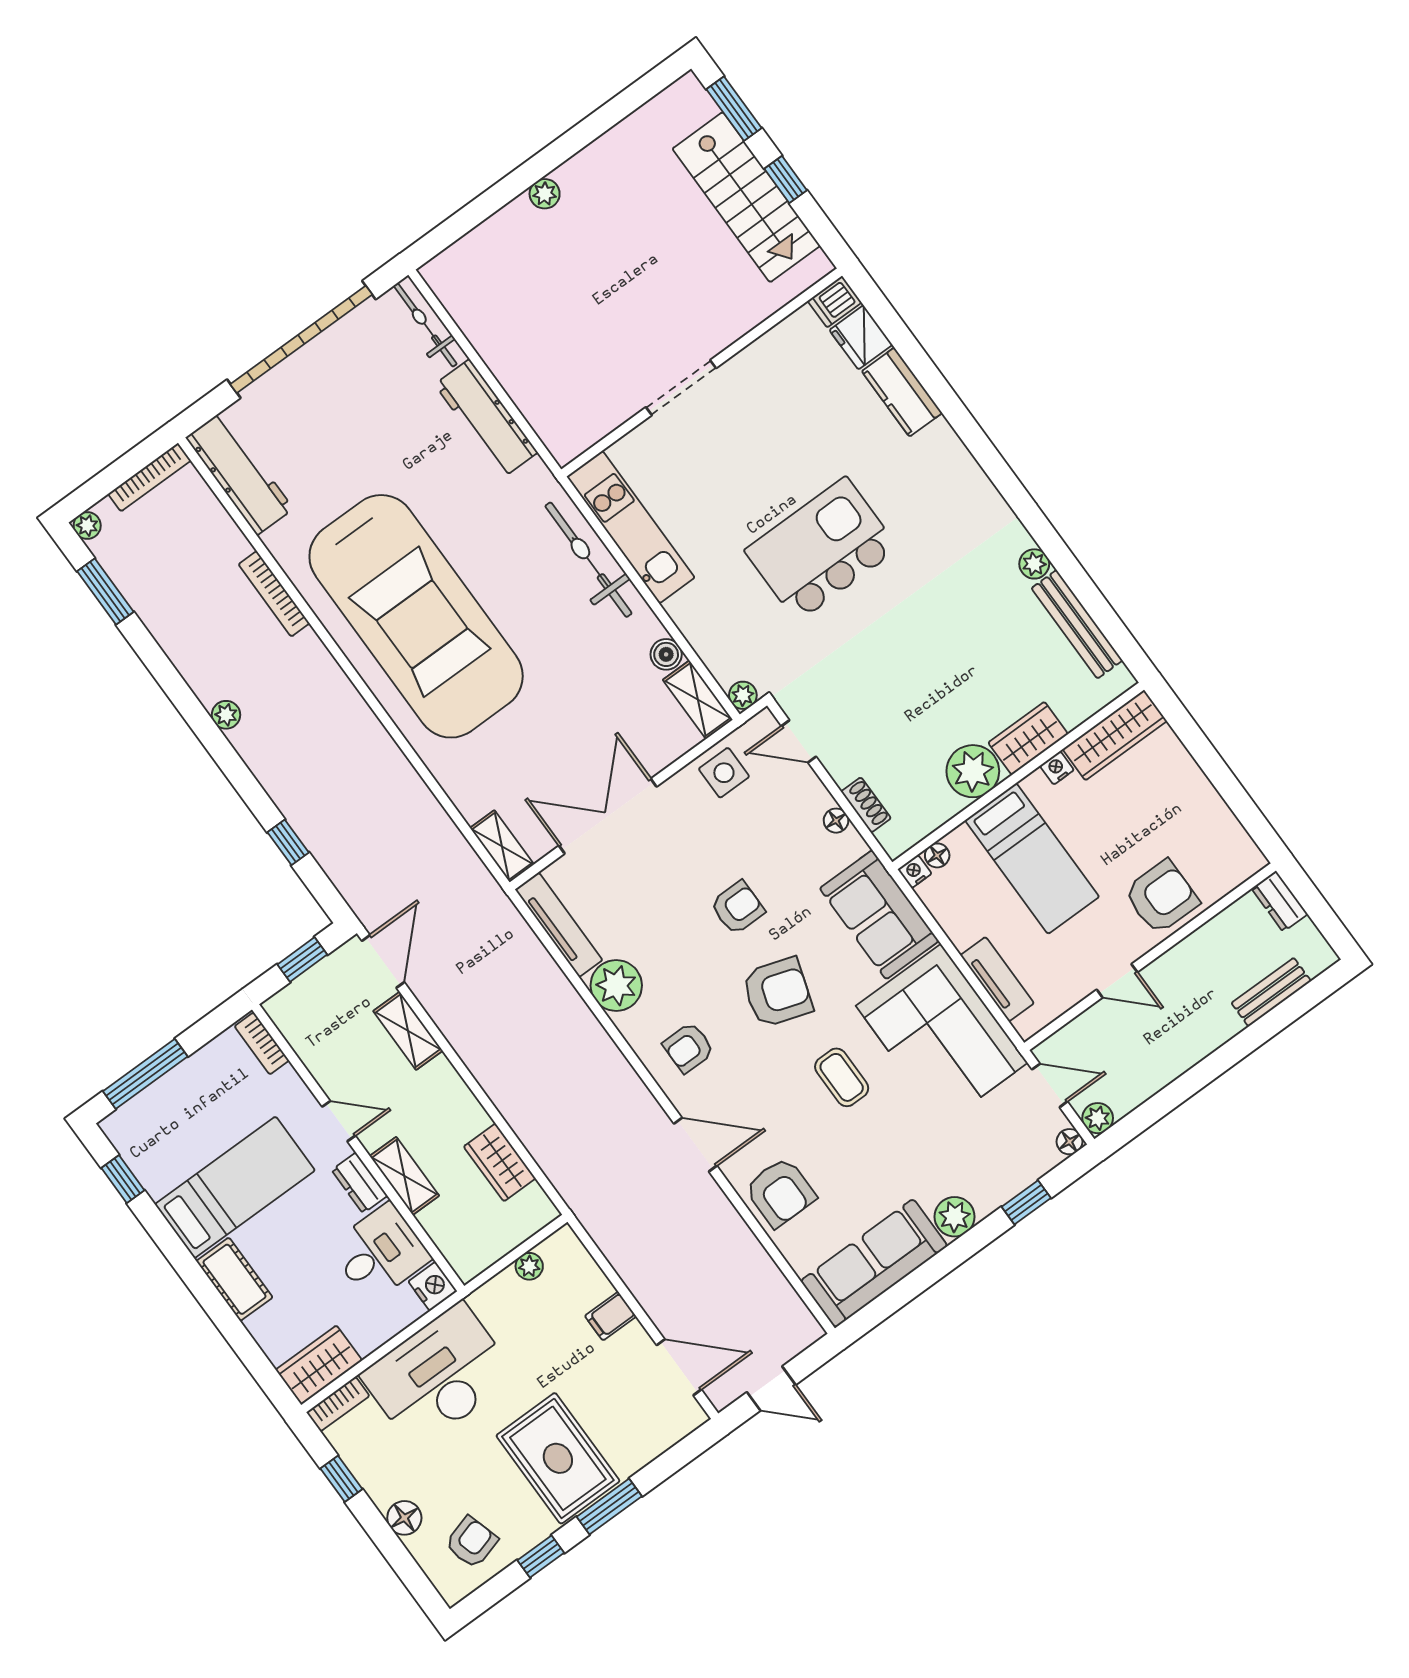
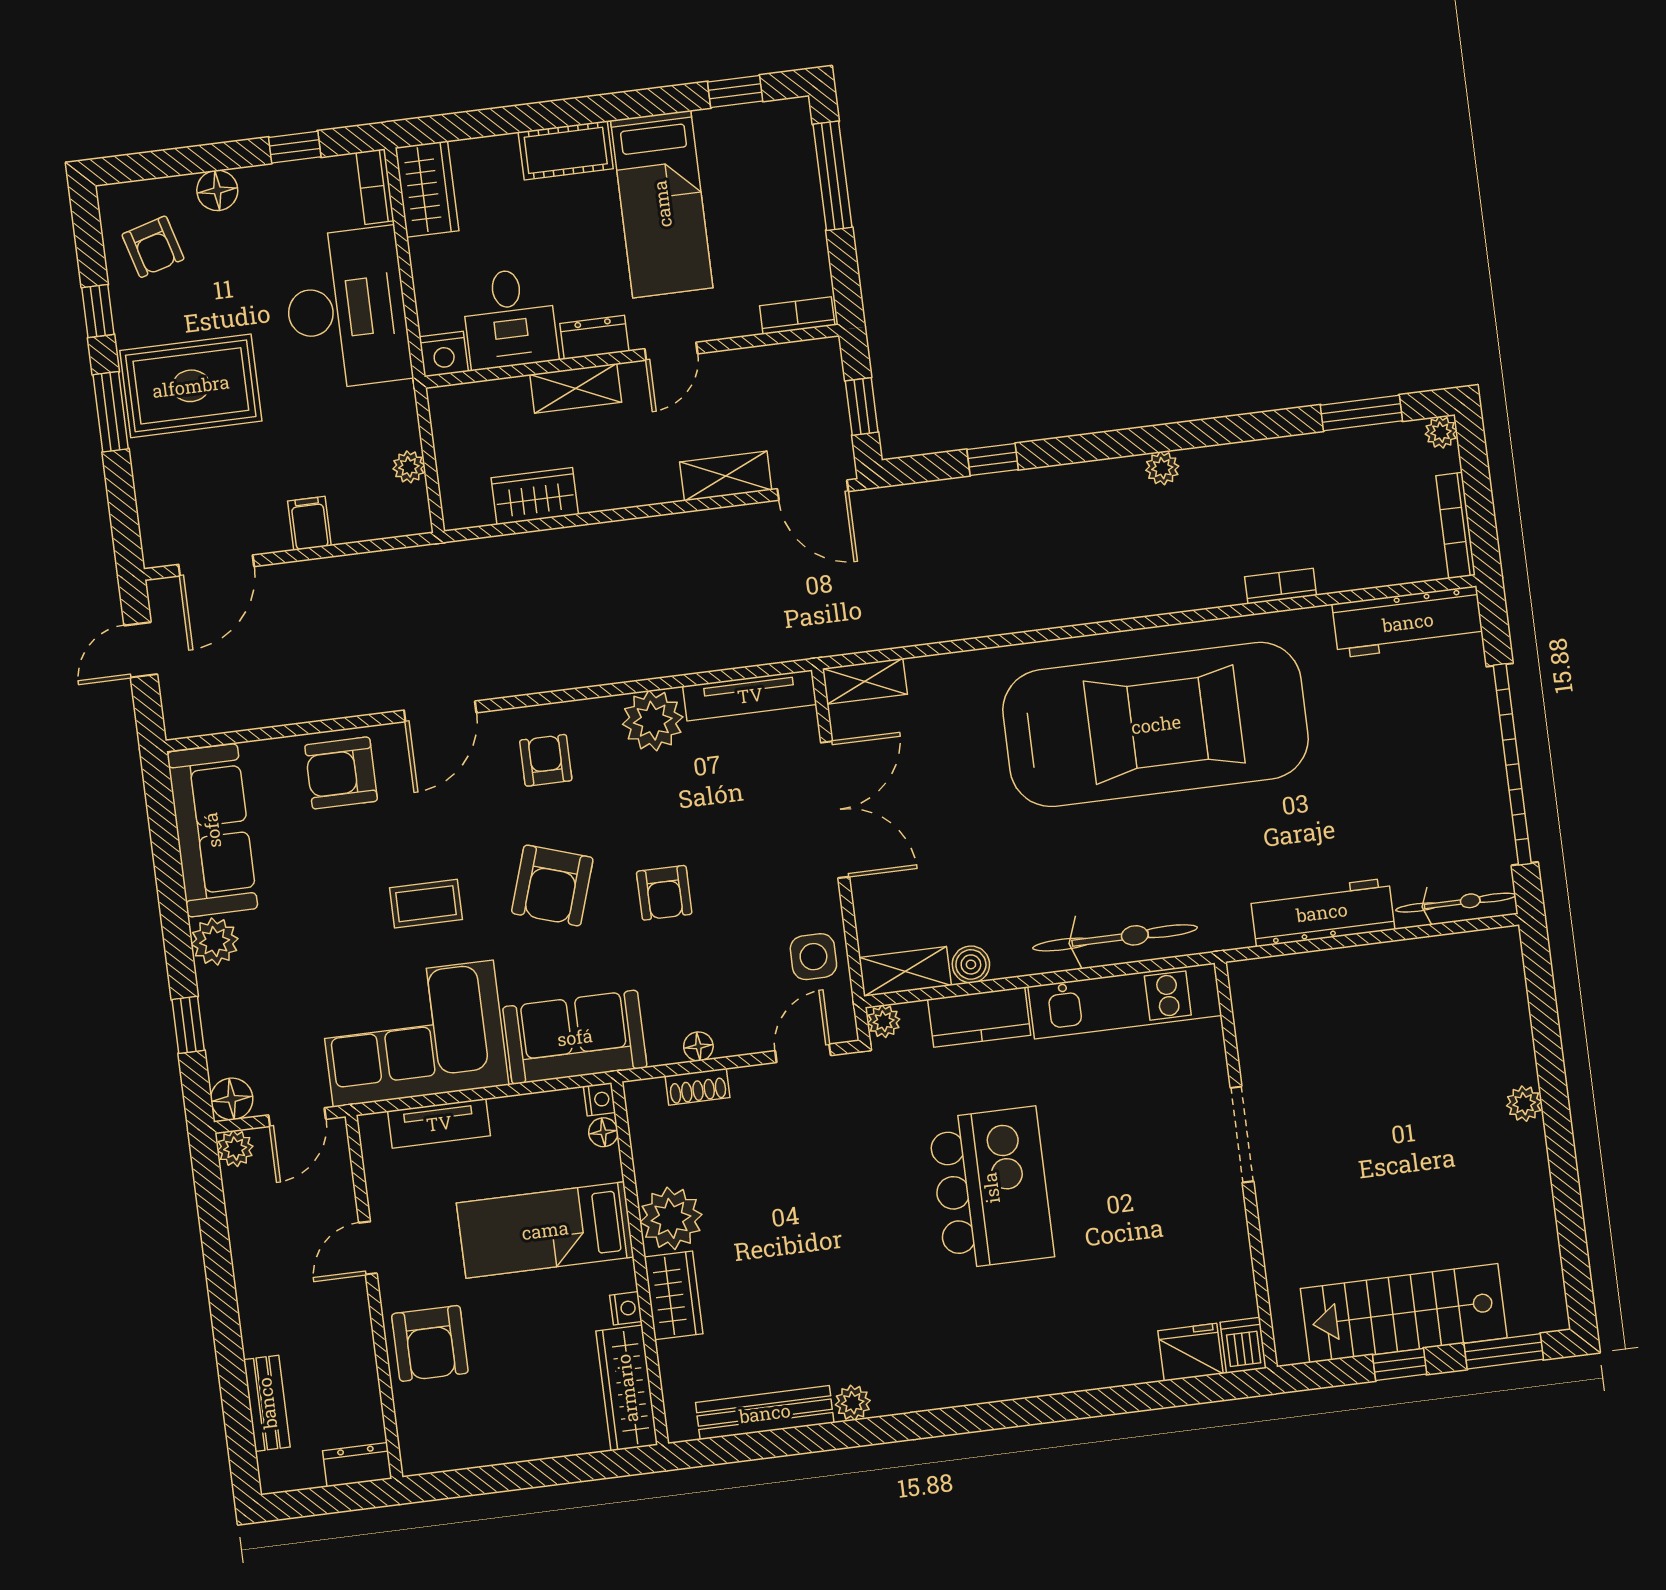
kitchen counter: (902, 392) -> (979, 1017), moved, turned 180
bookcase: (274, 594) -> (1281, 586), width x0.64
car: (416, 616) -> (1156, 724), turned 180
floor lamp: (1069, 1142) -> (232, 1099), width x1.37, depth x1.37

